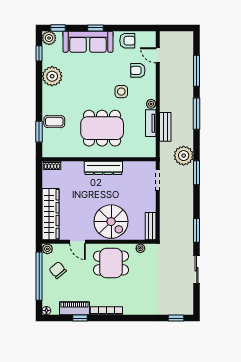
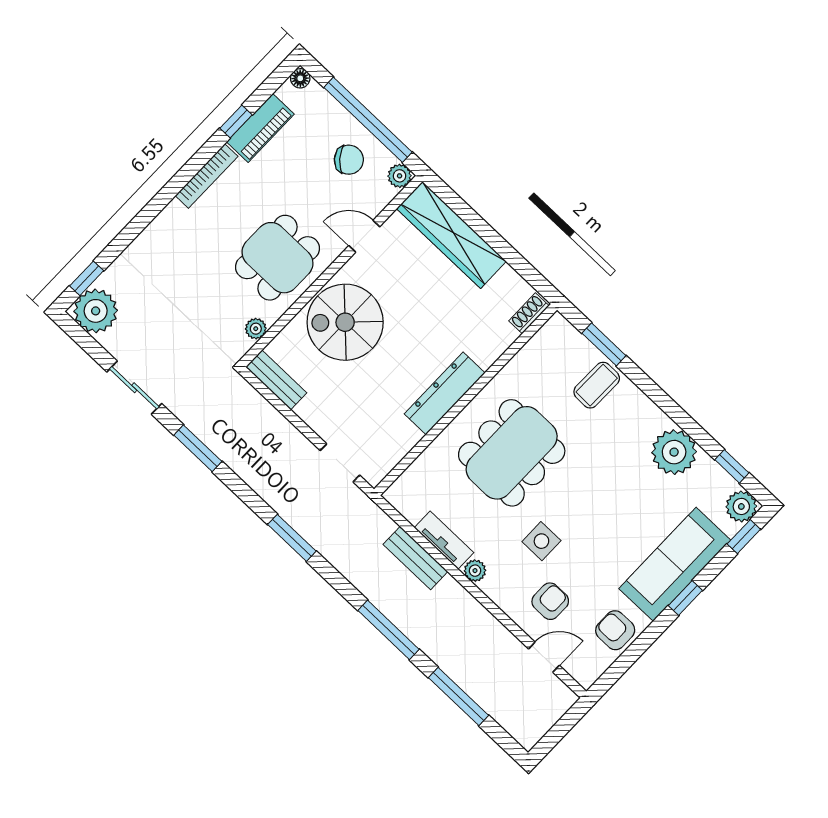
armchair: (127, 41) -> (615, 630), turned 90
plant: (184, 156) -> (96, 311), moved

